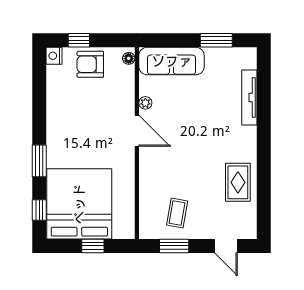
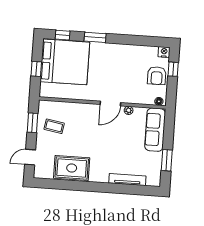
armchair: (90, 64) -> (157, 76), turned 180
rug: (238, 182) -> (72, 168), width x1.36, depth x1.43

